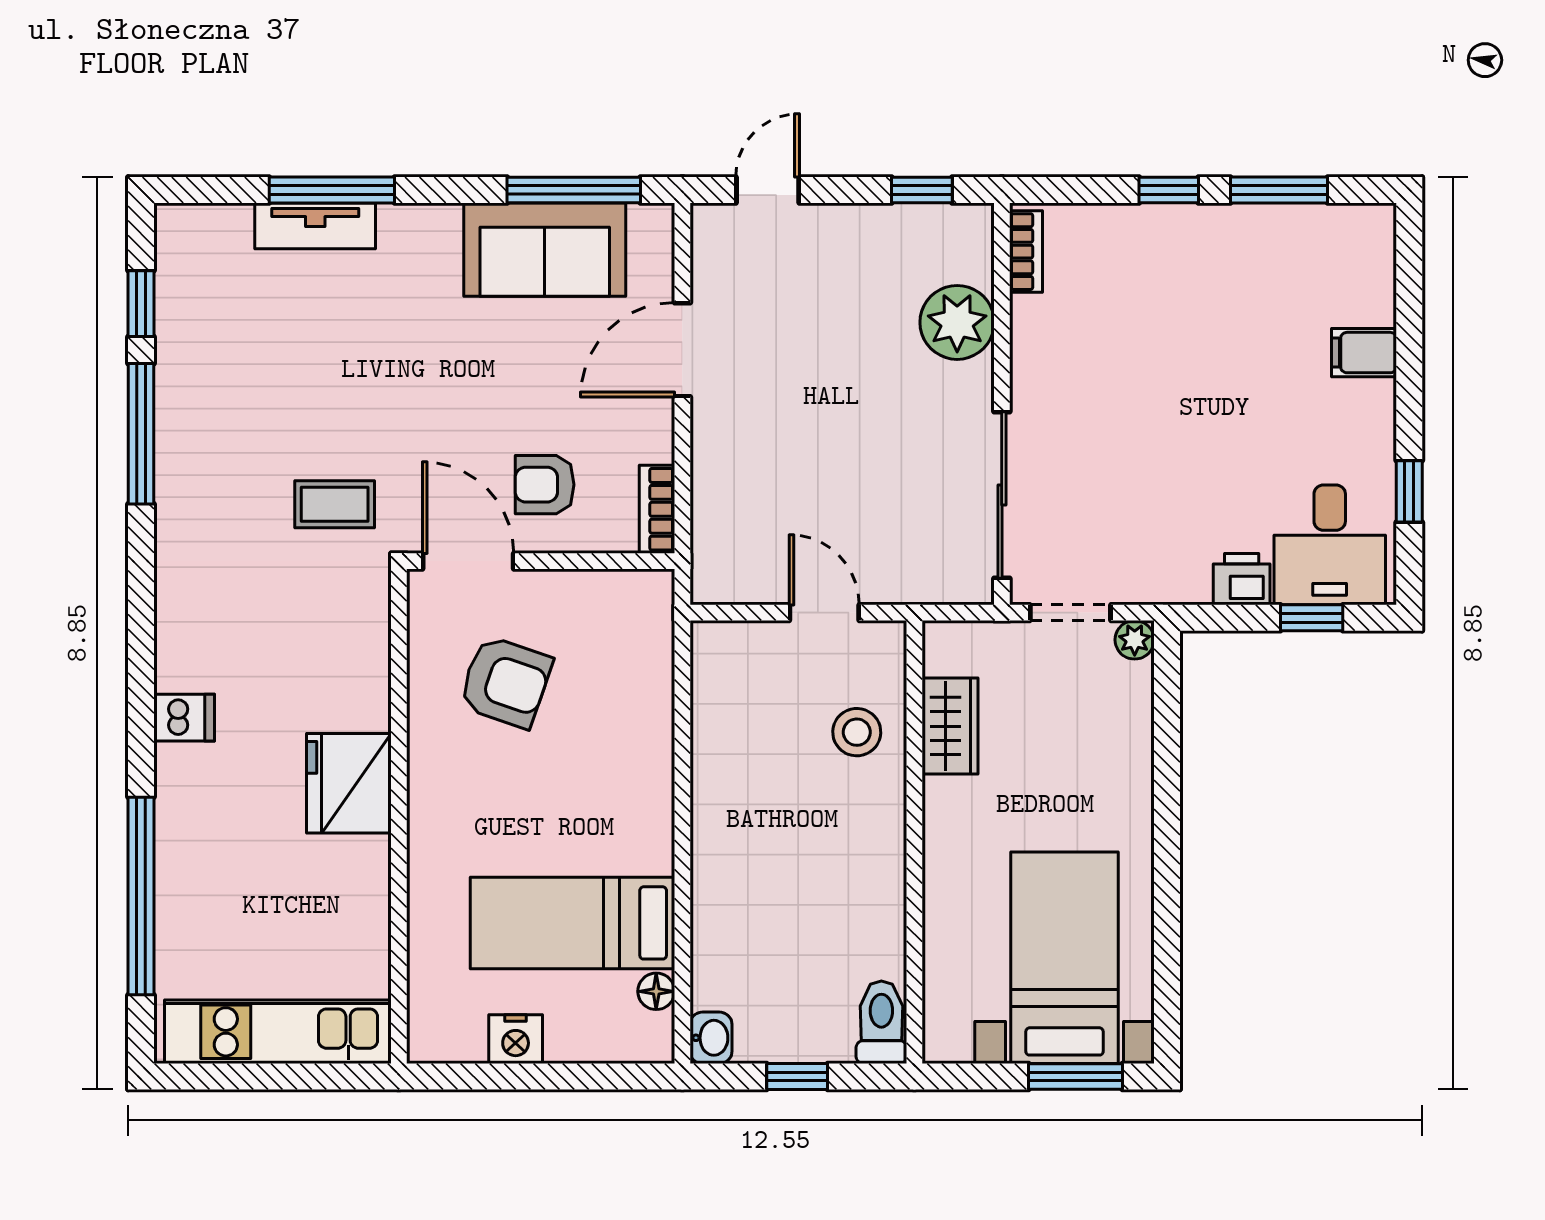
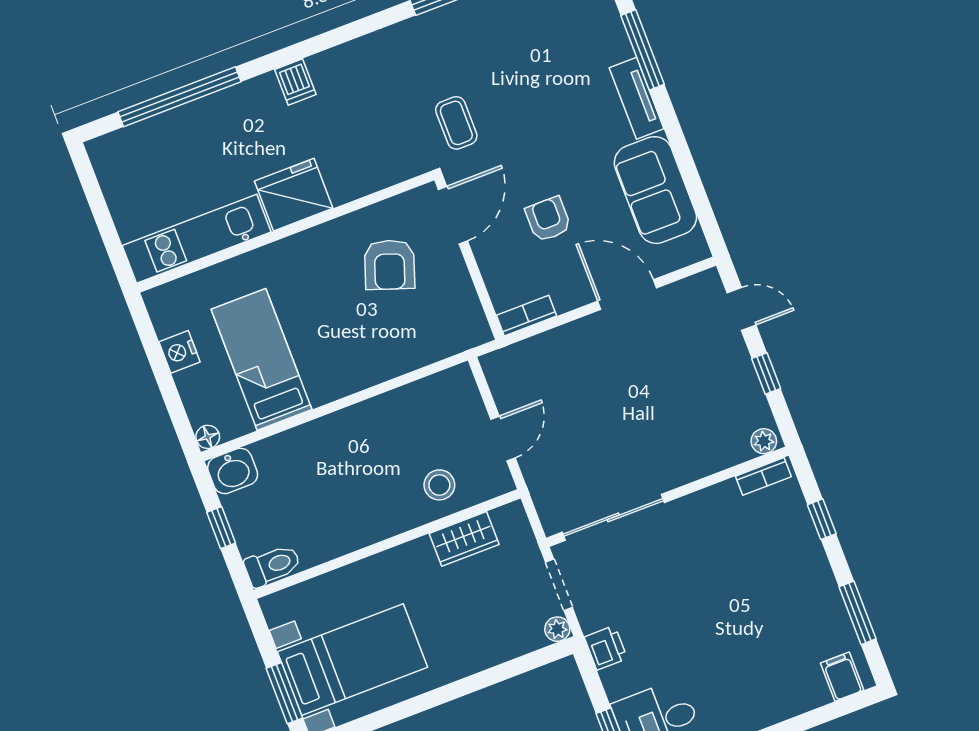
window: (574, 190) -> (697, 194), removed
window: (922, 190) -> (766, 373), moved
window: (1169, 190) -> (822, 519), moved
tv unit: (315, 226) -> (637, 98), moved
plant: (957, 322) -> (764, 441), moved, width x0.53, depth x0.53
filing cabinet: (1364, 353) -> (842, 677), moved
armchair: (545, 485) -> (548, 219), moved
printer: (1242, 579) -> (606, 648), moved
floor lamp: (656, 991) -> (208, 437), moved
kitchen unit: (278, 1032) -> (197, 239), moved, turned -90
washbasin: (711, 1038) -> (233, 471), width x1.38, depth x1.45

